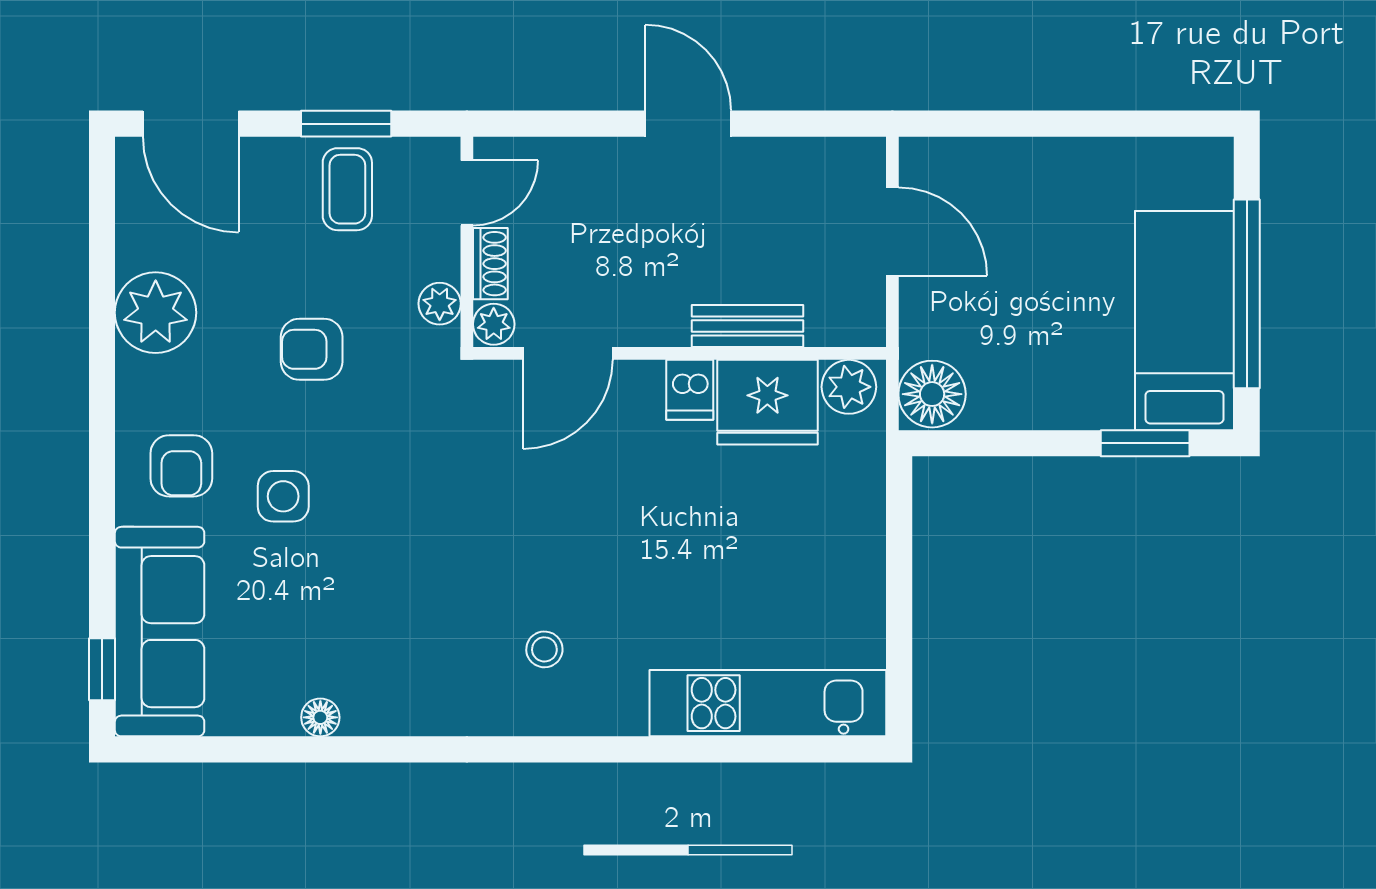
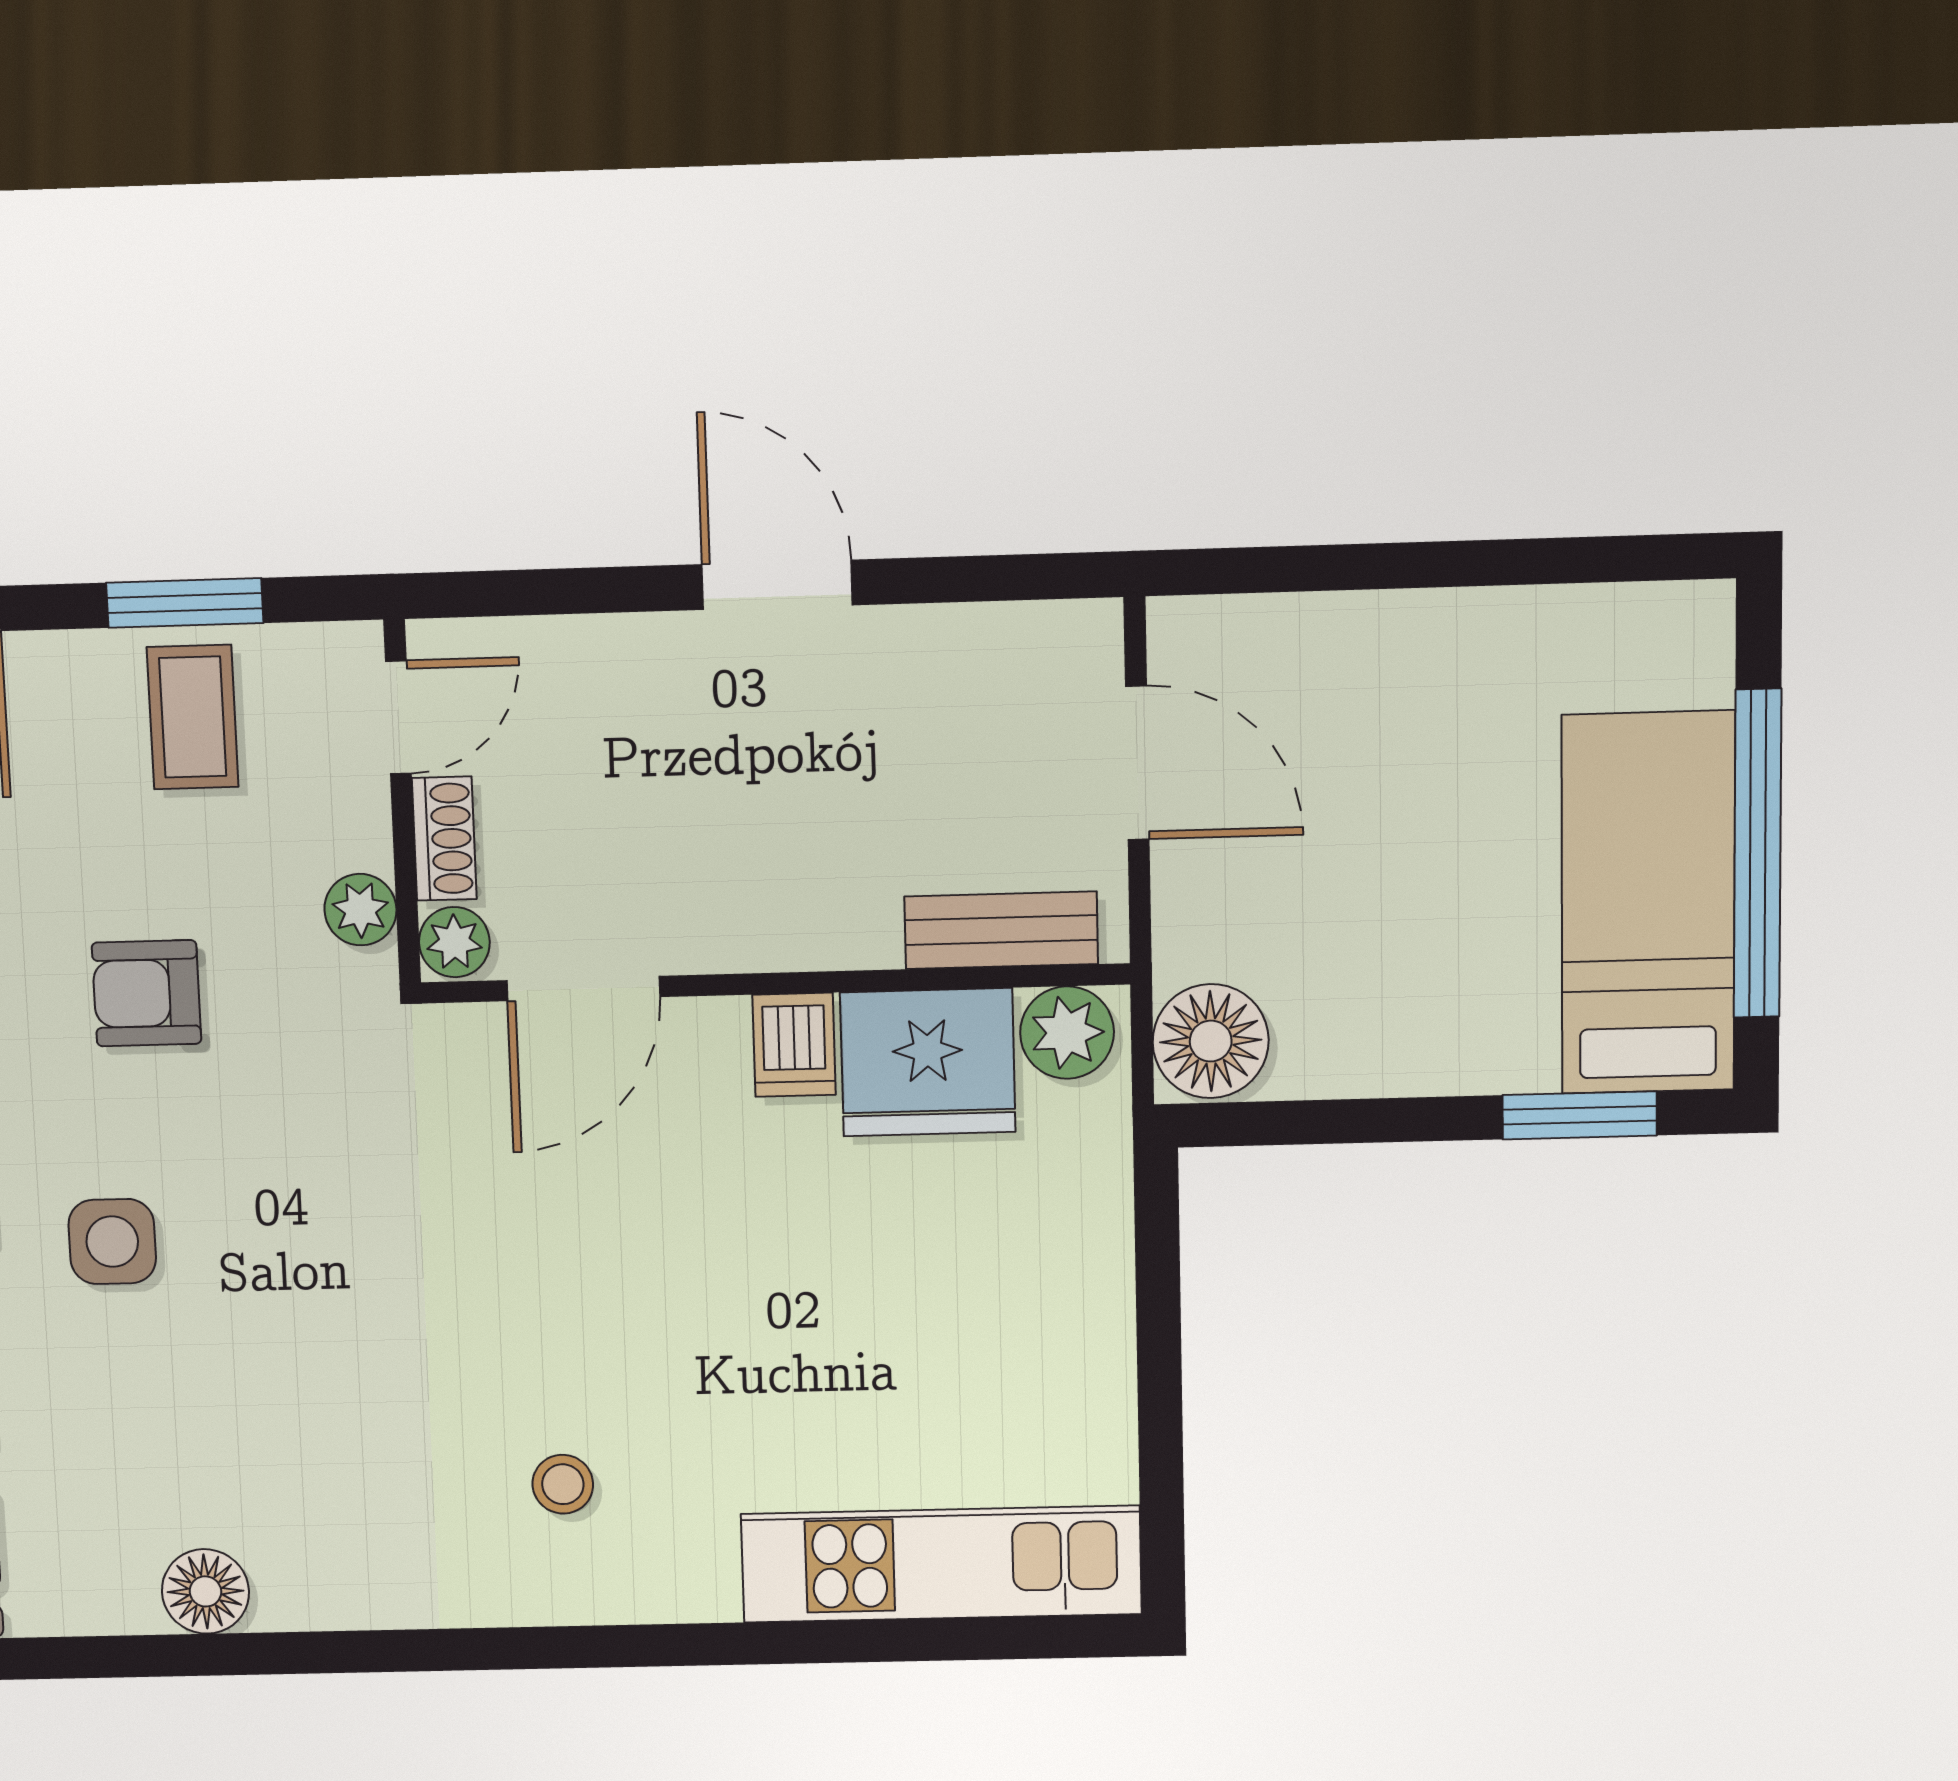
bench: (748, 326) -> (1001, 930), moved
floor lamp: (320, 717) -> (205, 1591), width x1.37, depth x1.37

